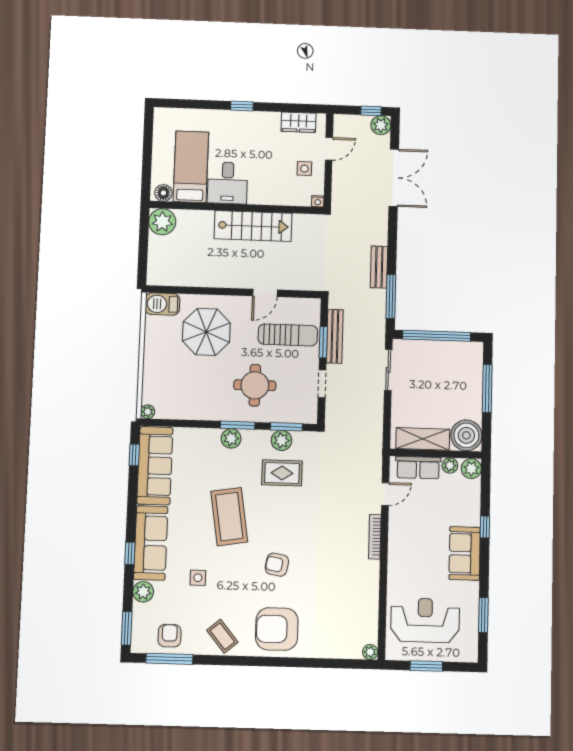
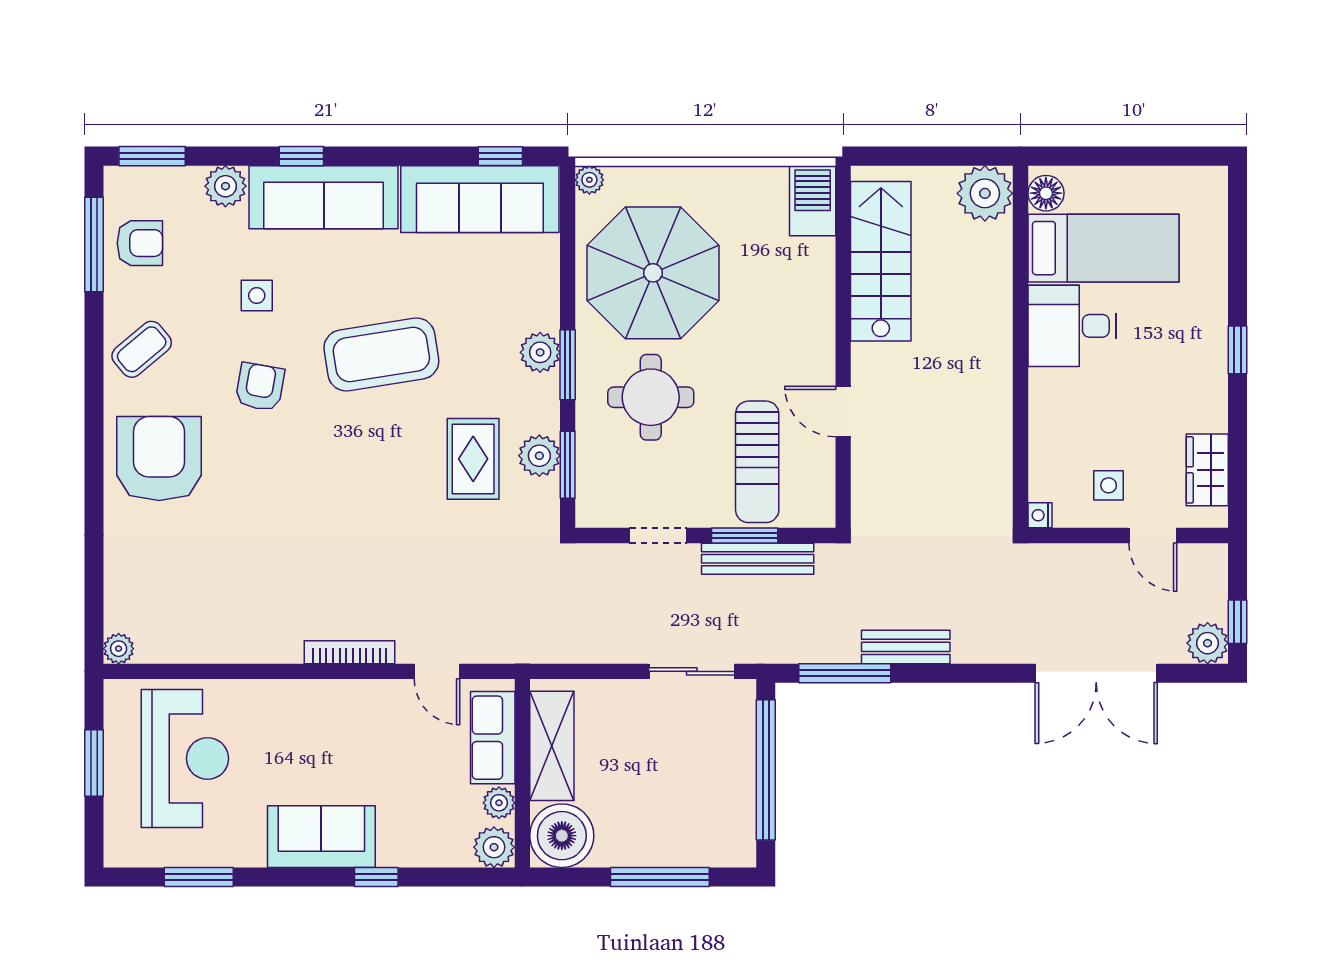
stairs: (253, 226) -> (881, 261), moved, turned 180
parasol: (206, 332) -> (653, 273), moved, width x1.36, depth x1.36
armchair: (277, 565) -> (260, 387), moved

